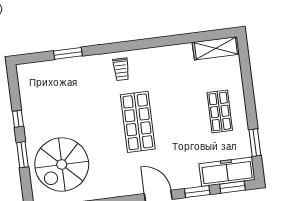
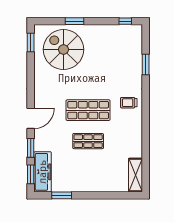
shop shelf: (220, 111) -> (88, 141), moved
window: (18, 119) -> (125, 21), moved

